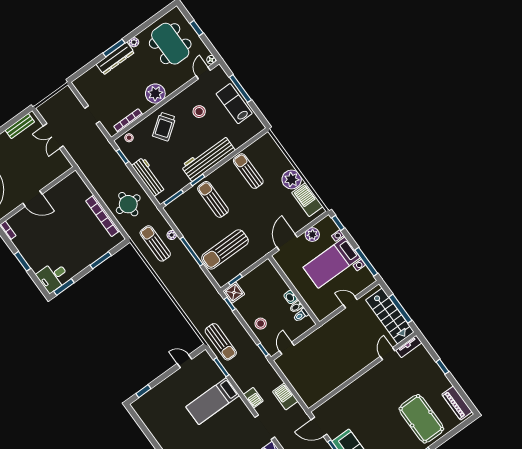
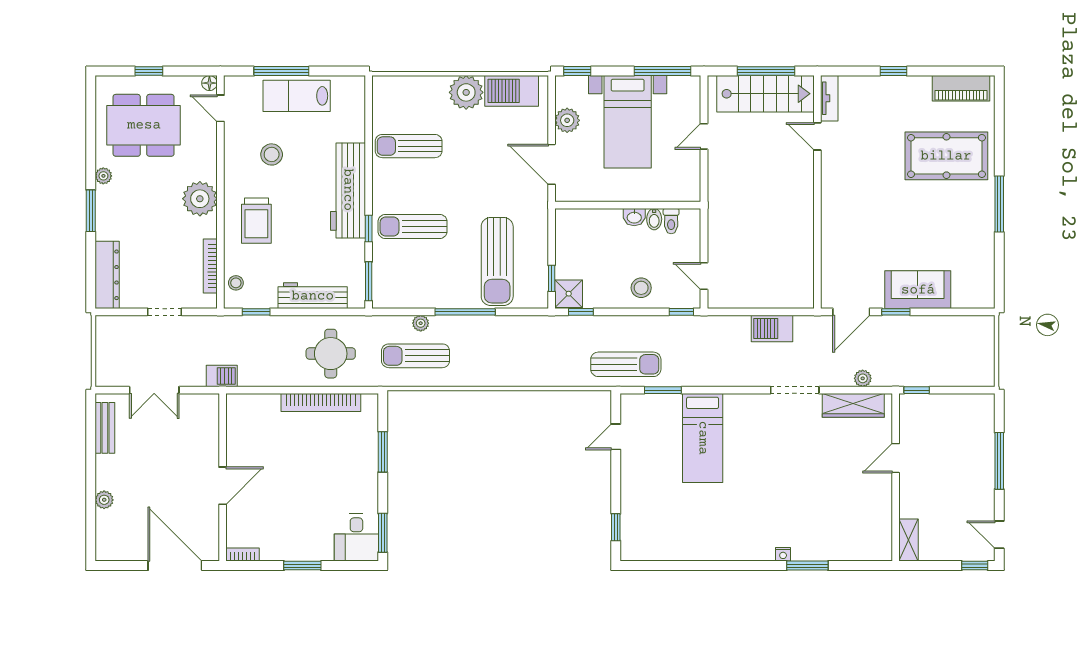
dresser: (115, 58) -> (107, 275), moved
trolley: (164, 127) -> (256, 221), turned 36
barbecue: (253, 398) -> (222, 376), moved

